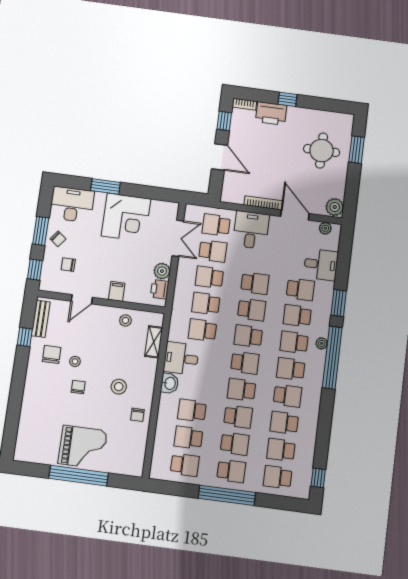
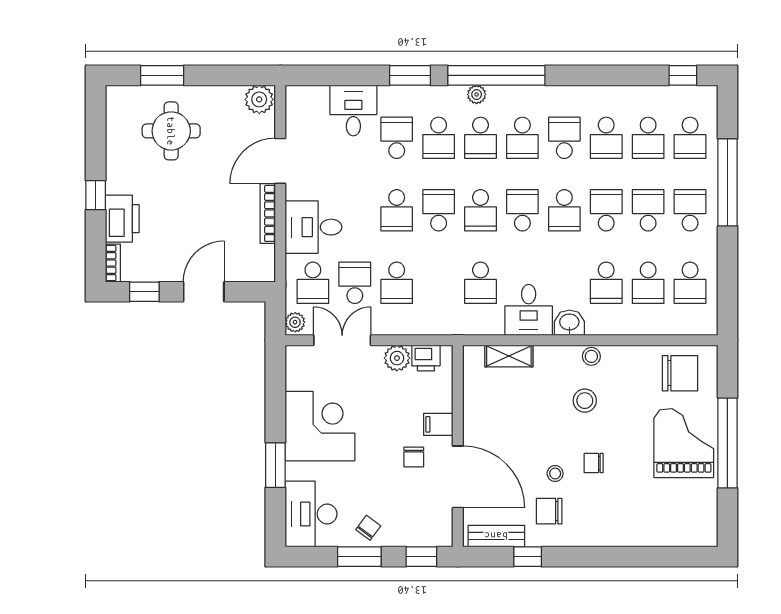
plant: (325, 228) -> (295, 322), moved
chair: (68, 265) -> (414, 457), moved
school desk: (255, 283) -> (397, 210), turned 180
door: (82, 299) -> (458, 477), width x1.88
school desk: (206, 304) -> (439, 283), removed
stool: (125, 320) -> (591, 356), moved
chair: (137, 415) -> (680, 373), moved, width x1.87, depth x1.87
school desk: (185, 465) -> (690, 283), turned 180
window: (227, 495) -> (727, 182), moved

